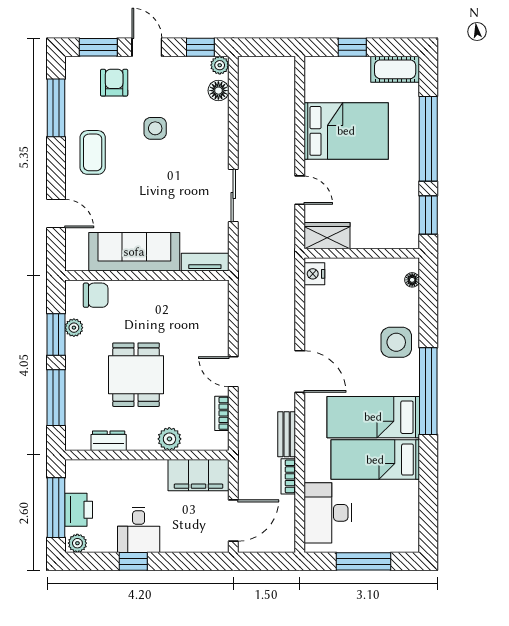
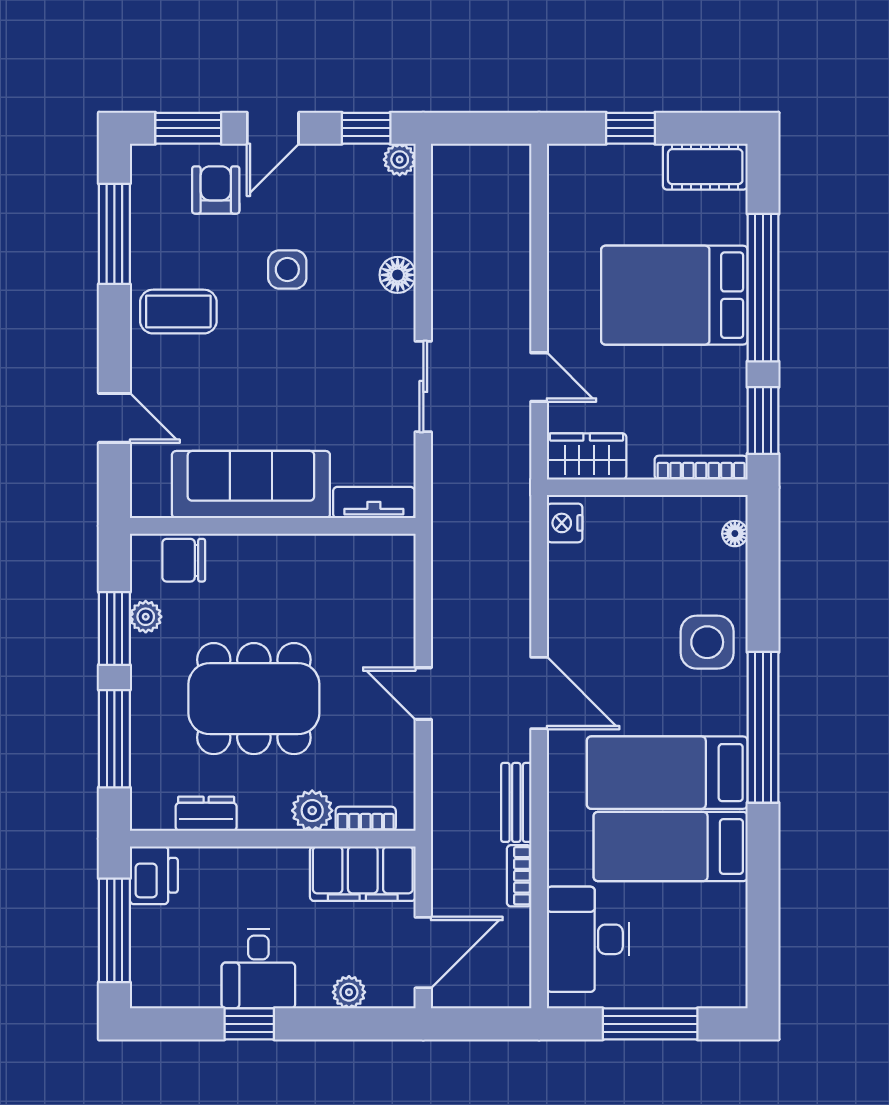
door: (147, 47) -> (273, 128), swing flipped
floor lamp: (218, 91) -> (398, 275), moved
bed: (346, 131) -> (674, 295), moved, turned 180
coffee table: (93, 152) -> (178, 312), turned 90
bookcase: (393, 242) -> (701, 468), added
chair: (96, 295) -> (184, 560), turned 180
dining table: (136, 375) -> (254, 699), width x1.37
bookcase: (222, 413) -> (366, 819), moved, turned 90
printer: (79, 510) -> (154, 875), moved
plant: (77, 543) -> (349, 992), moved

